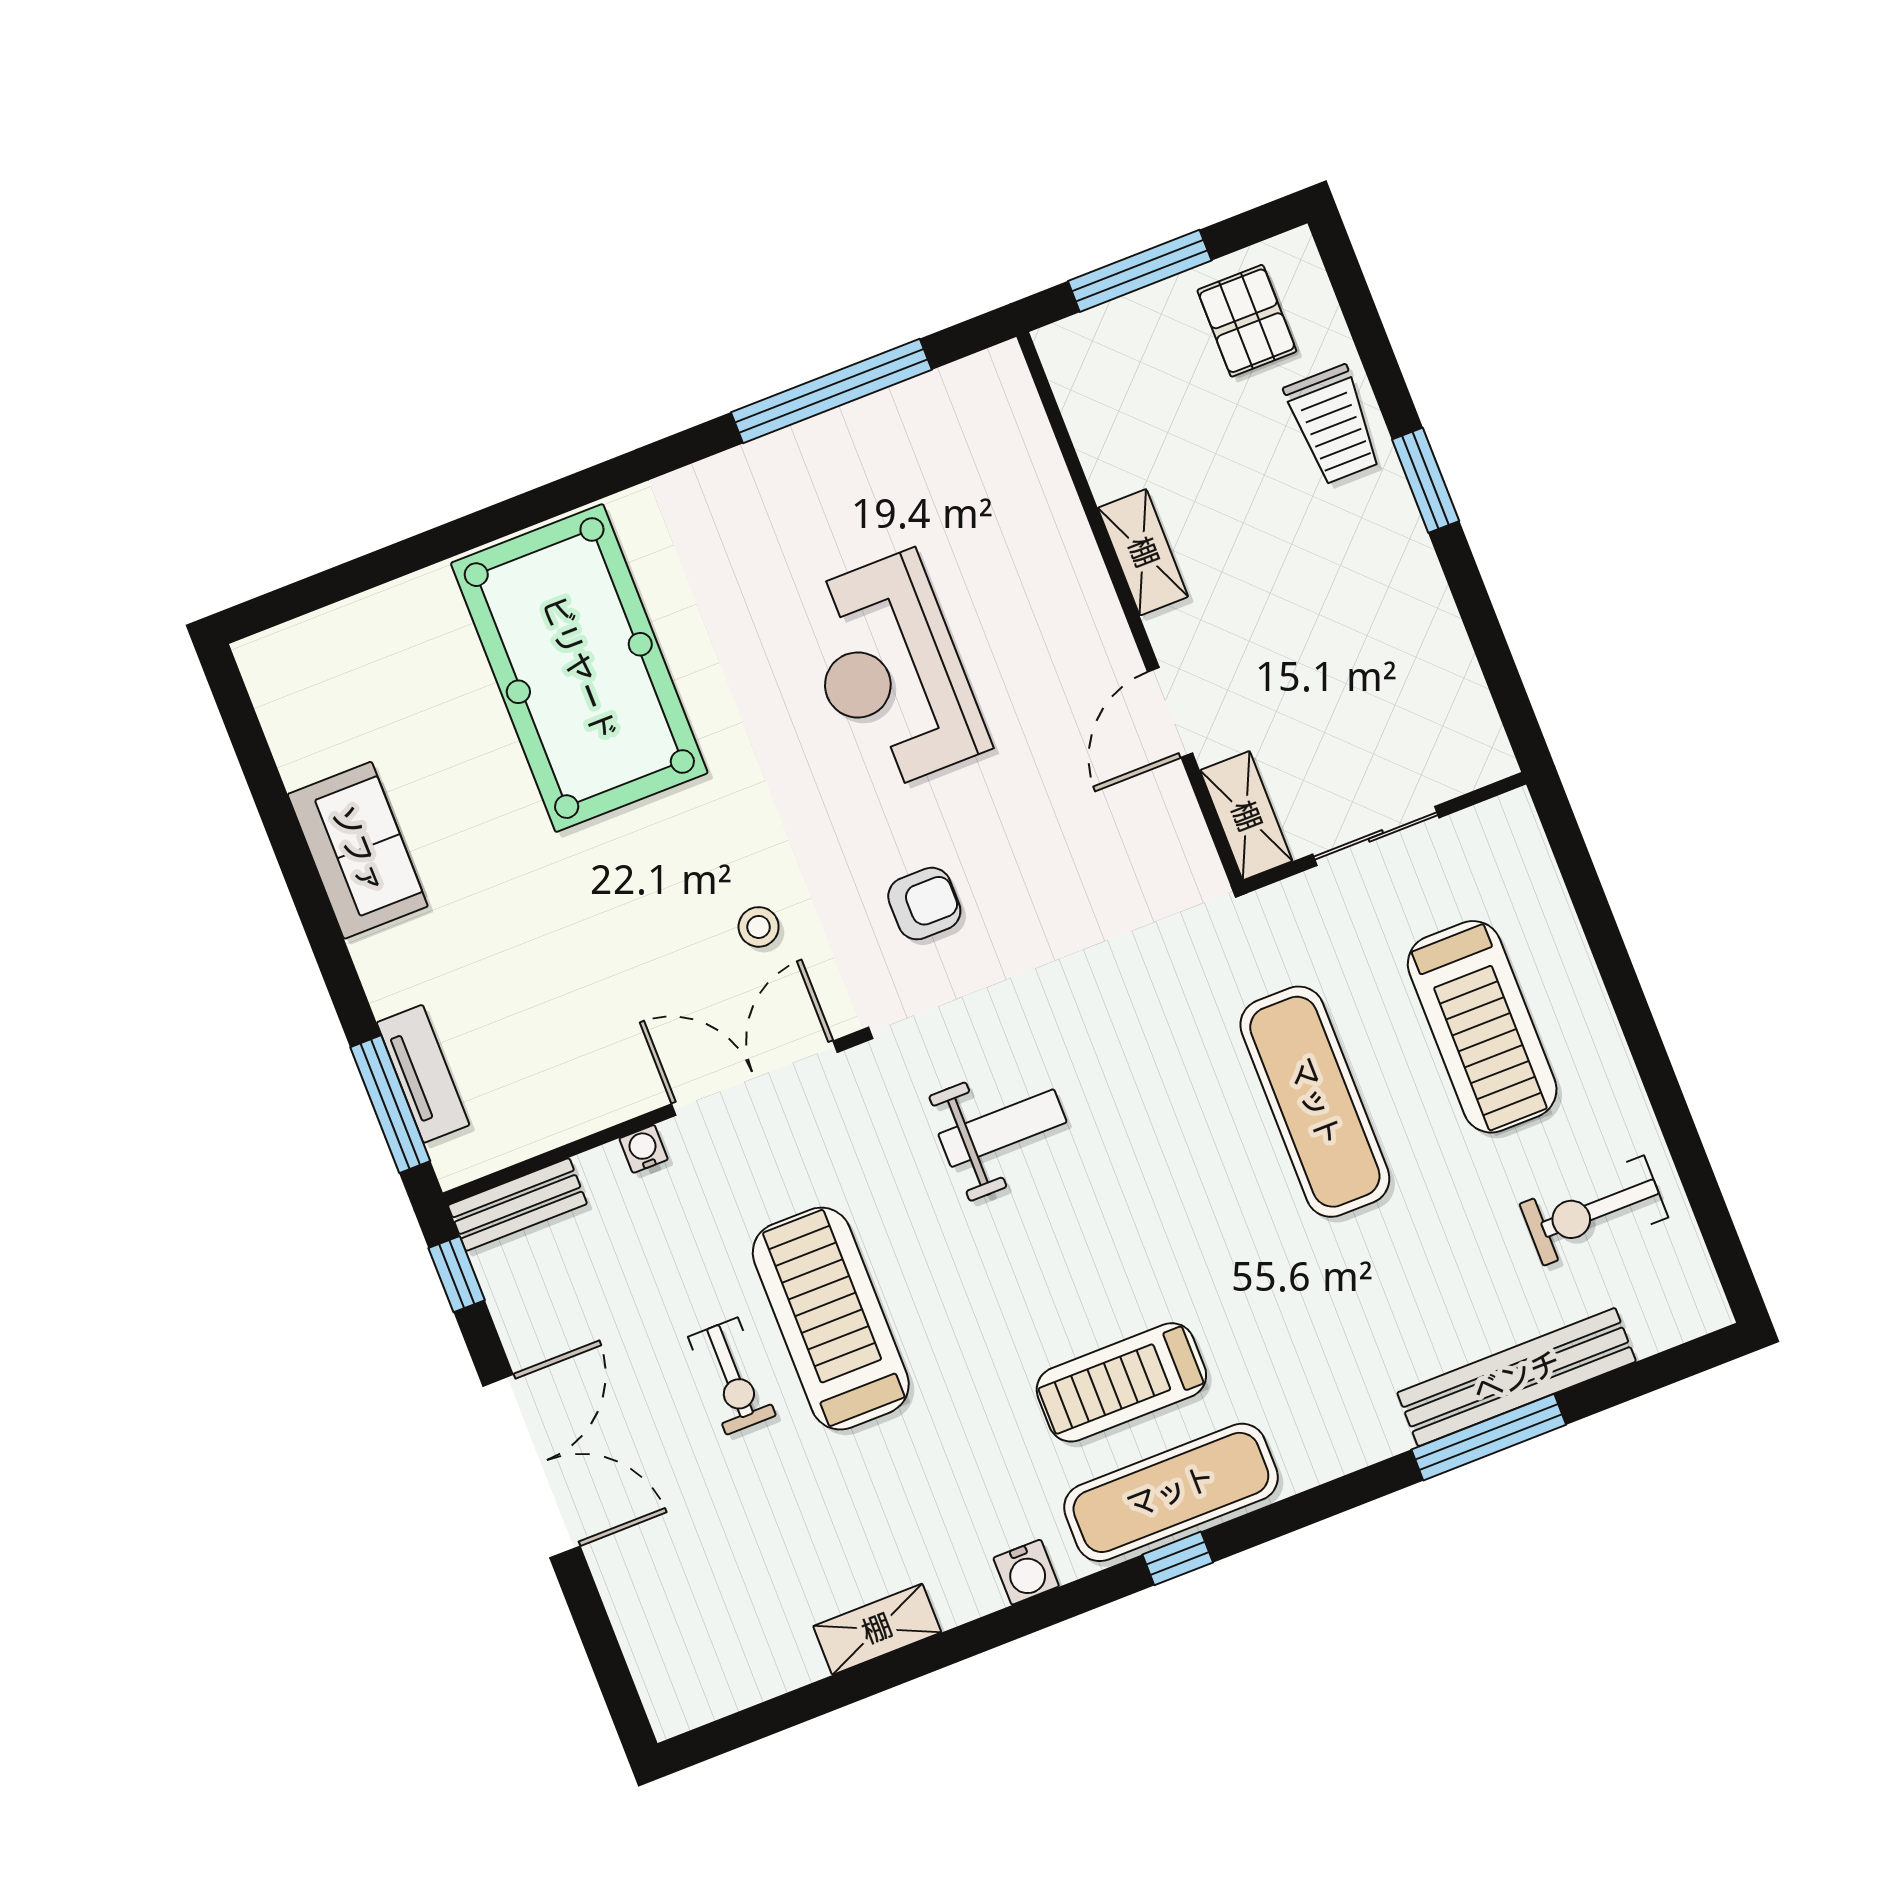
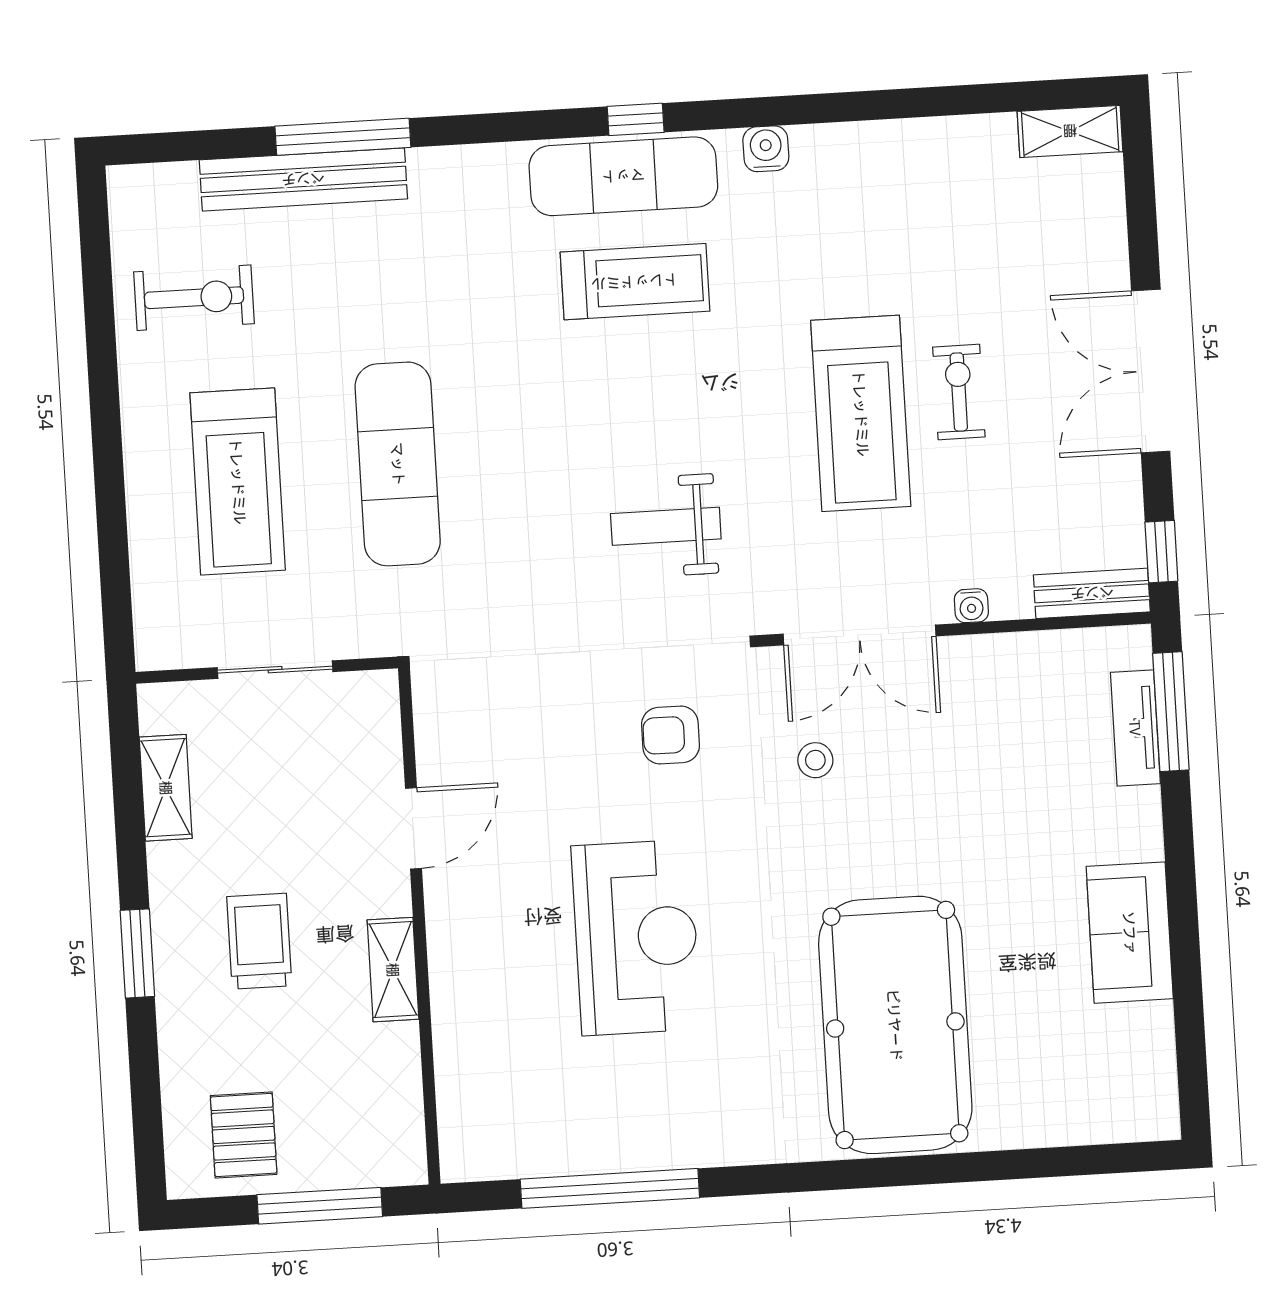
trolley: (1333, 425) -> (259, 941), moved
shelving: (1246, 816) -> (166, 788), moved
treadmill: (1482, 1027) -> (238, 481), turned 180
shelving: (877, 1629) -> (1070, 131), moved

